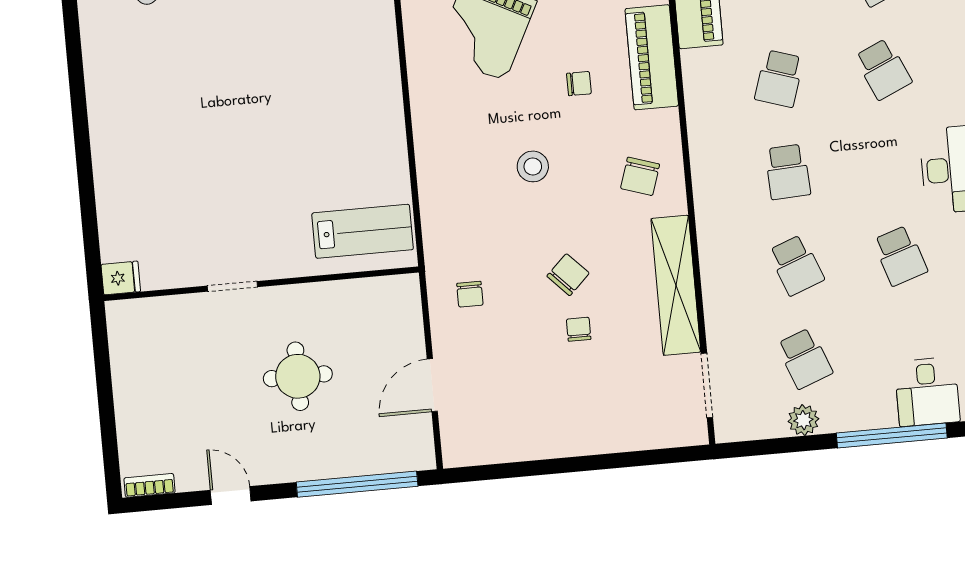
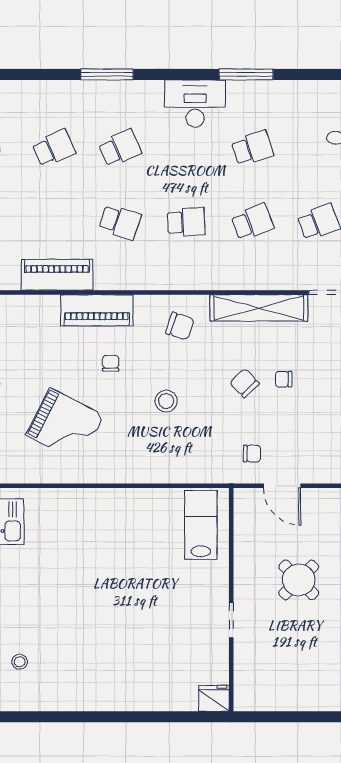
fridge: (121, 278) -> (214, 698), width x1.38
round table: (298, 376) -> (299, 580), turned 45
door: (432, 385) -> (282, 486), moved

